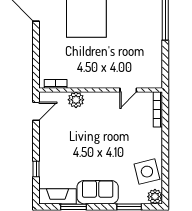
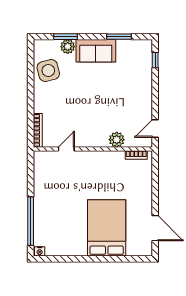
window: (36, 169) -> (155, 60), moved
fireplace: (57, 196) -> (134, 47), removed
plant: (155, 197) -> (68, 47), moved

